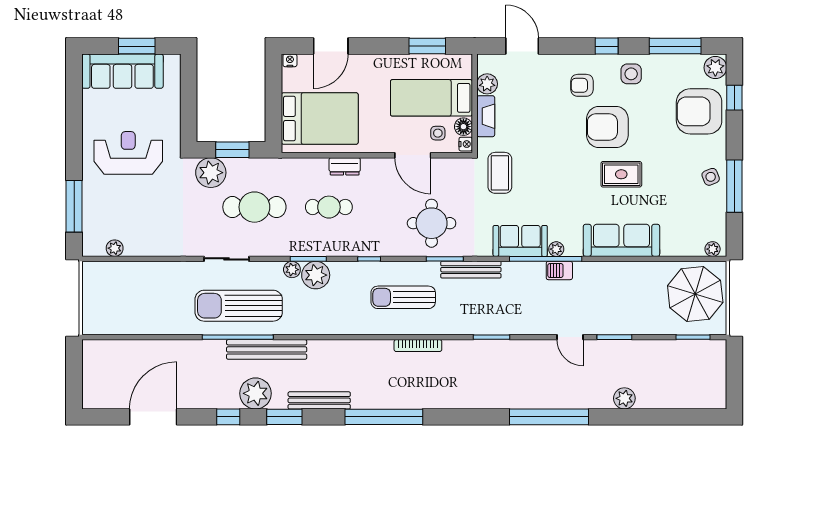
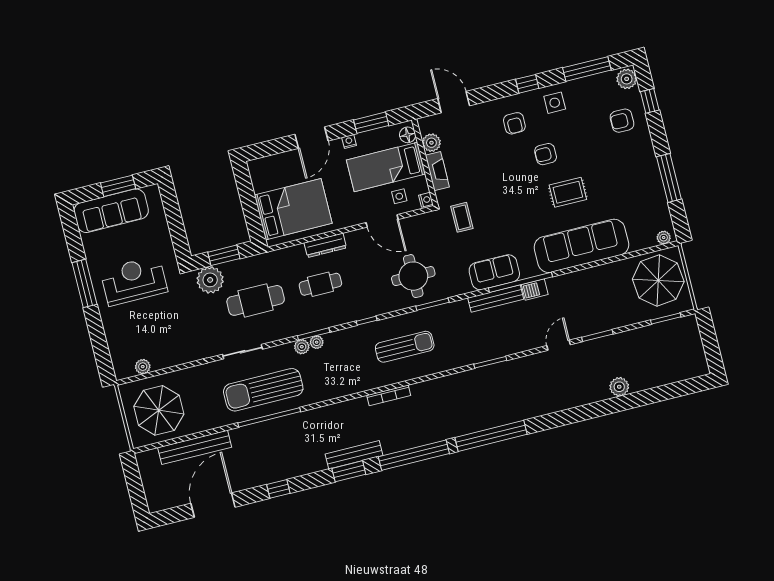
door: (331, 46) -> (312, 138), moved
nightstand: (290, 60) -> (349, 141), moved
armchair: (582, 85) -> (514, 123), turned -90
armchair: (699, 111) -> (622, 121), width x0.53, depth x0.53
floor lamp: (463, 127) -> (408, 135), moved
armchair: (607, 127) -> (546, 154), width x0.53, depth x0.53
dresser: (345, 166) -> (325, 245), width x1.44
coffee table: (500, 173) -> (462, 217), width x0.73, depth x0.77
side table: (711, 177) -> (646, 175), removed
window: (74, 206) -> (84, 283), moved
sofa: (621, 240) -> (581, 246), width x1.36, depth x1.27
plant: (556, 249) -> (527, 272), removed
bench: (471, 270) -> (496, 298), moved
plant: (316, 275) -> (317, 342), width x0.53, depth x0.53
sun lounger: (403, 297) -> (405, 347), turned 180
parasol: (120, 300) -> (159, 410), added
door: (570, 337) -> (559, 345), swing flipped
bookcase: (418, 346) -> (389, 395), moved
bench: (267, 349) -> (195, 447), moved
plant: (256, 393) -> (297, 463), removed
window: (284, 417) -> (349, 471), moved
window: (549, 417) -> (491, 436), moved

